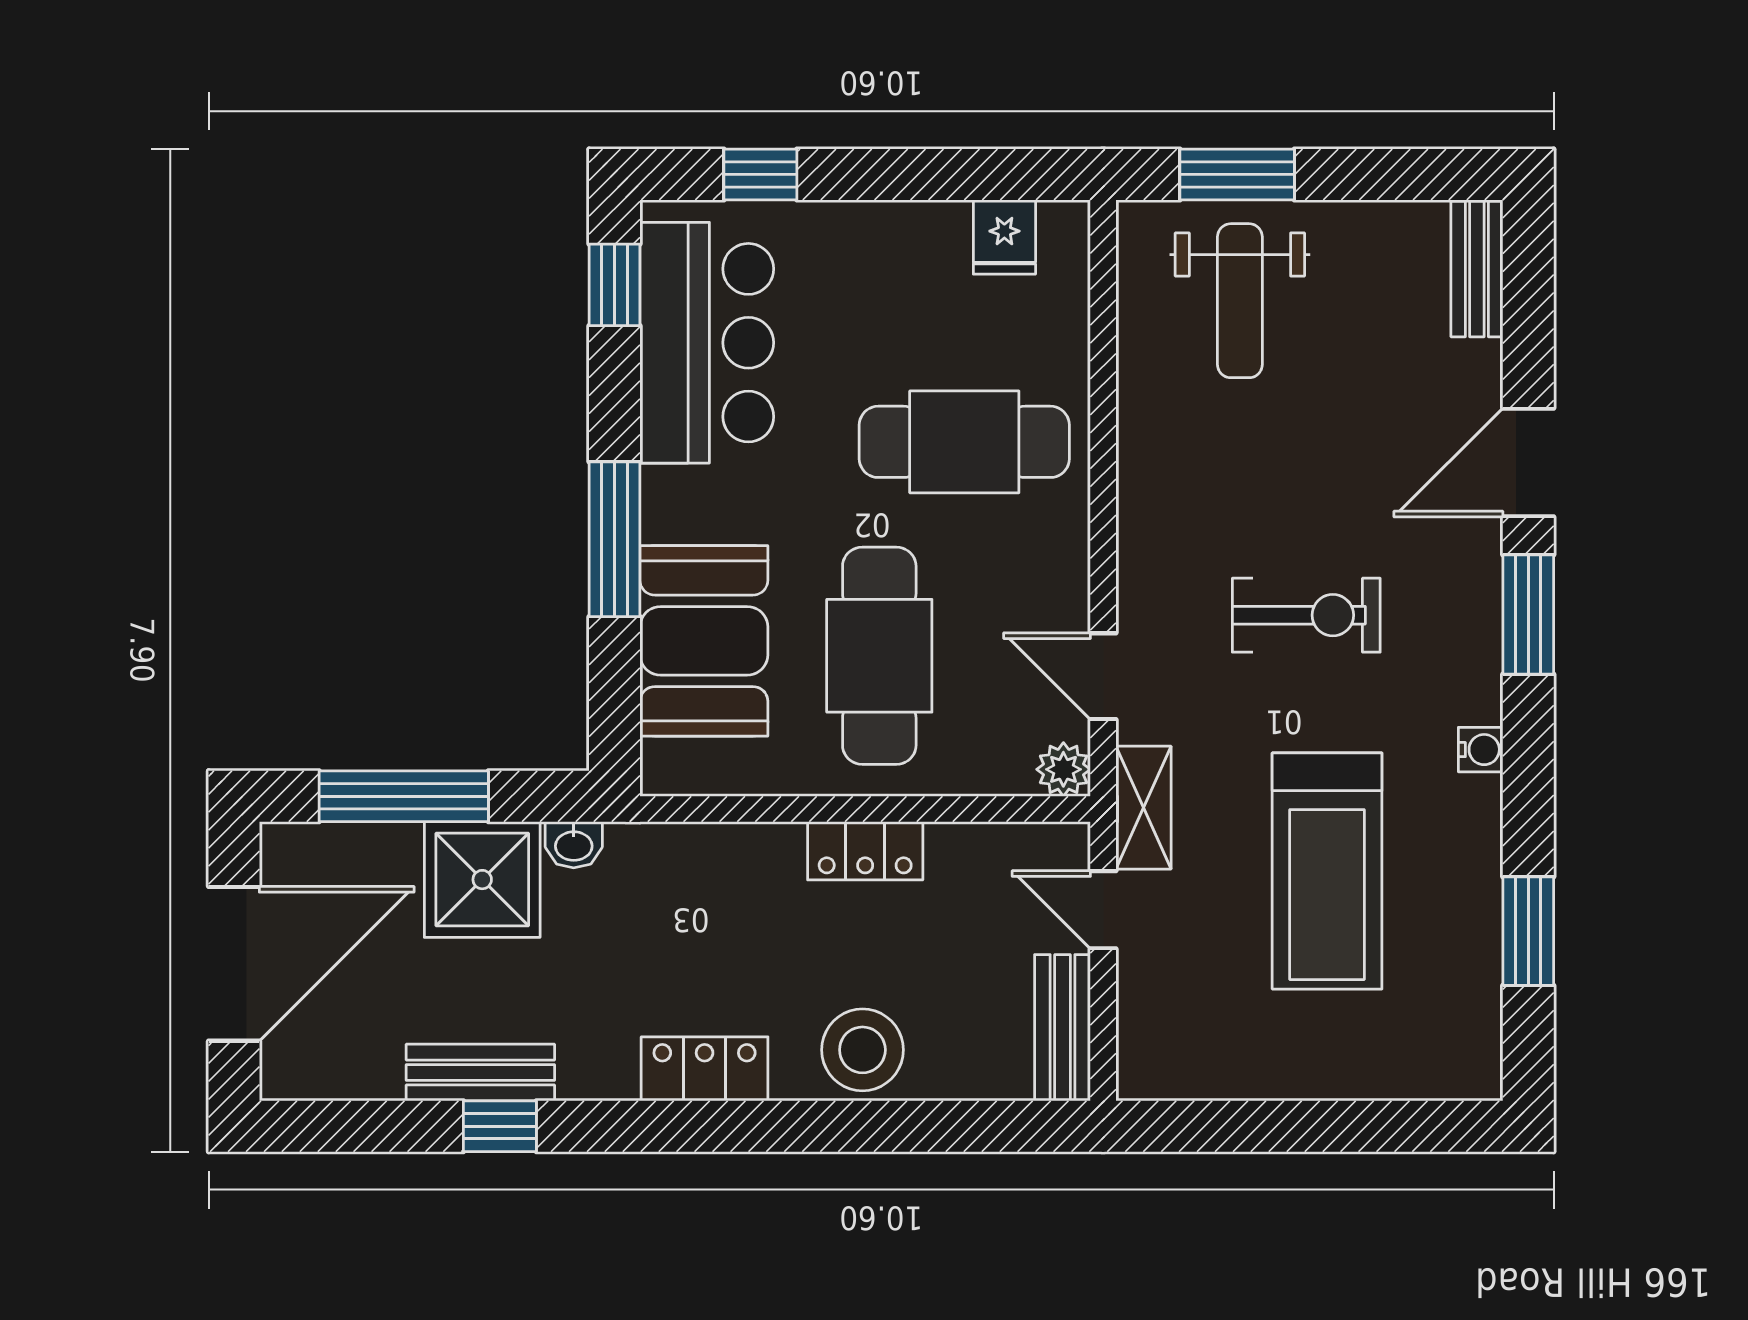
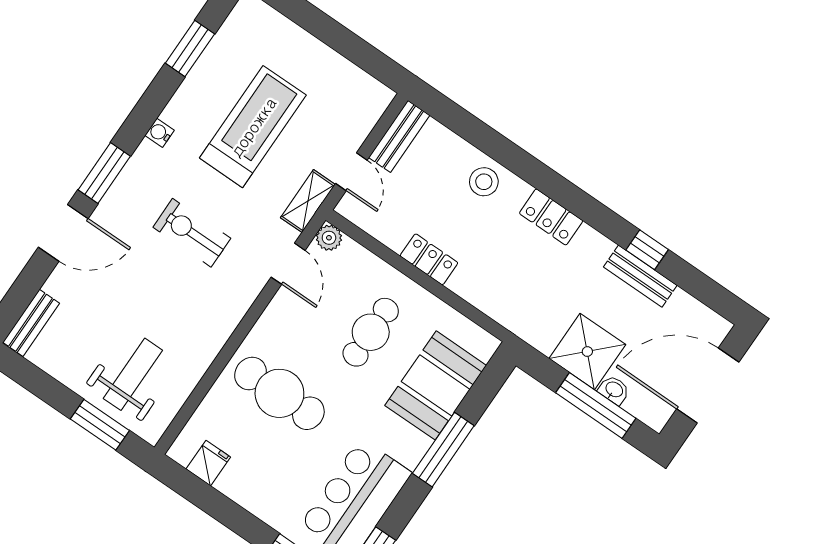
cafe table: (879, 656) -> (371, 332), width x0.73, depth x0.74
washbasin: (574, 845) -> (614, 390), moved
stool: (862, 1050) -> (484, 182), width x0.73, depth x0.73

